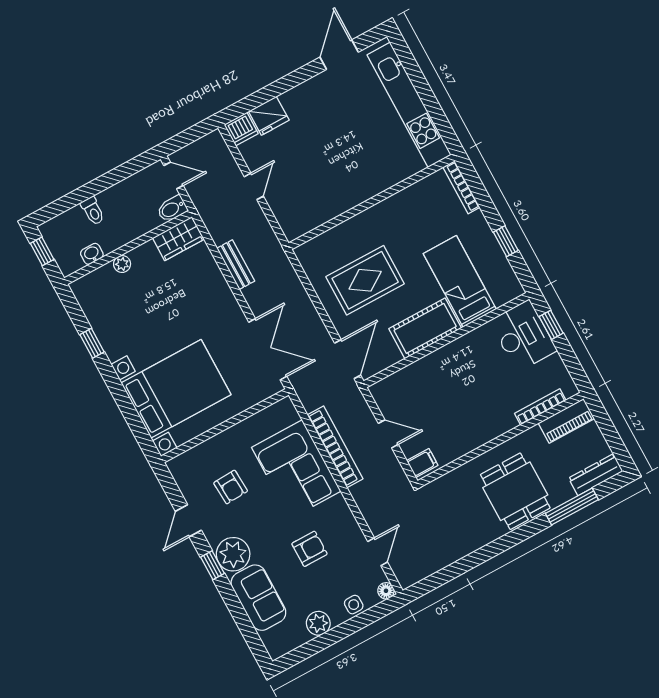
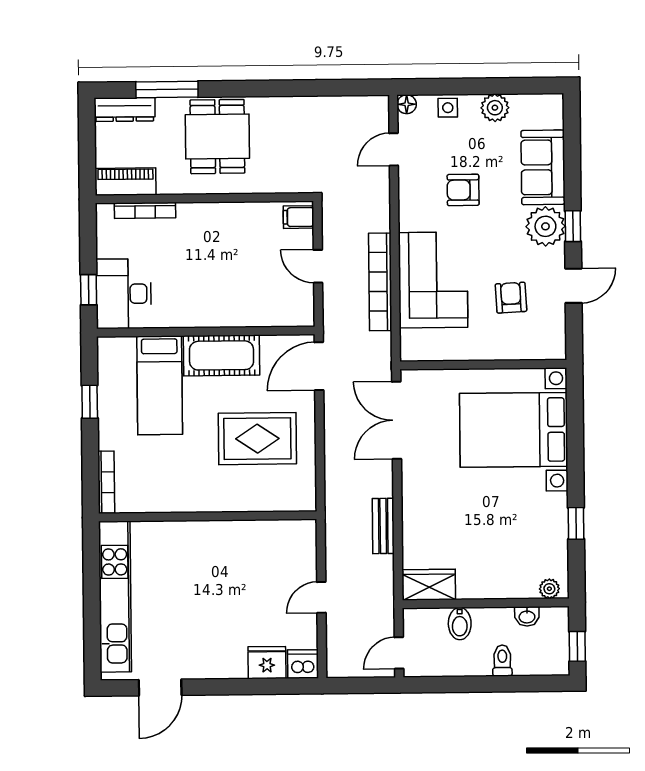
door: (173, 175) -> (399, 653), hinge flipped
bidet: (172, 209) -> (460, 624), moved, turned 90
plant: (122, 264) -> (549, 589), moved

